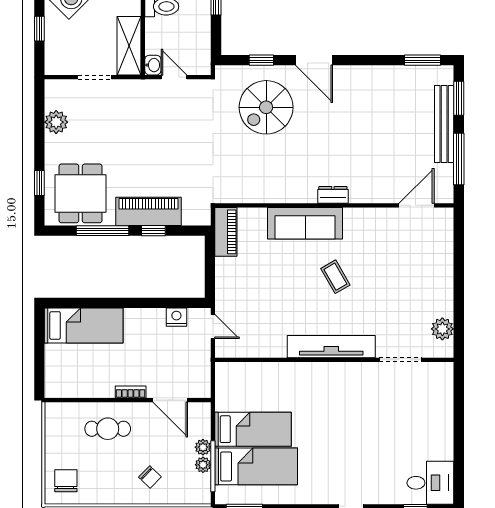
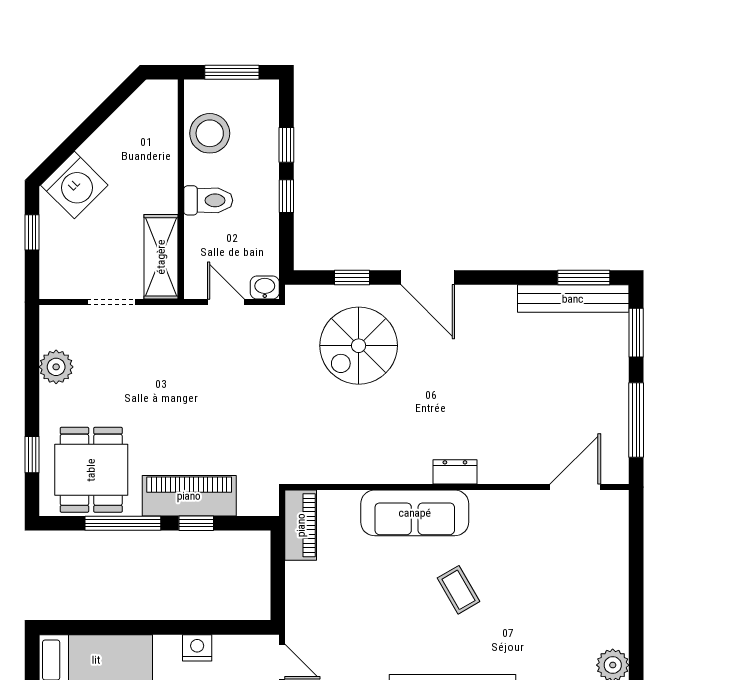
washbasin: (153, 65) -> (265, 288), moved, turned -90
bench: (444, 124) -> (573, 299), moved, turned 90
nightstand: (176, 317) -> (197, 648), moved

